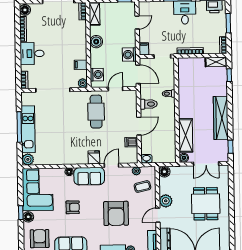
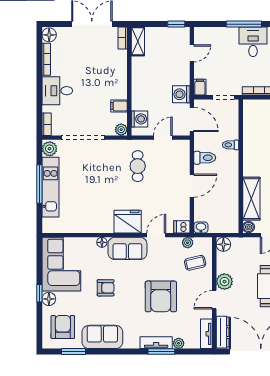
boiler: (96, 42) -> (139, 77), removed
cafe table: (96, 112) -> (138, 166), width x0.73, depth x0.74
dishwasher: (131, 142) -> (182, 227), moved
fridge: (94, 157) -> (128, 222), width x1.88, depth x1.34
plant: (28, 159) -> (50, 149), moved

